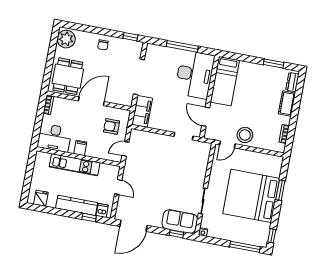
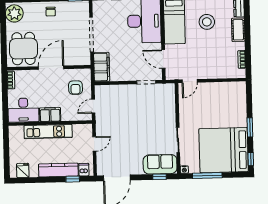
armchair: (111, 126) -> (75, 88), turned -90
stool: (245, 135) -> (207, 22), moved
filing cabinet: (80, 148) -> (50, 114), width x2.00
door: (118, 187) -> (94, 144), hinge flipped
window: (280, 190) -> (250, 127), moved
bed: (251, 196) -> (224, 150), moved
window: (245, 247) -> (207, 176), moved

